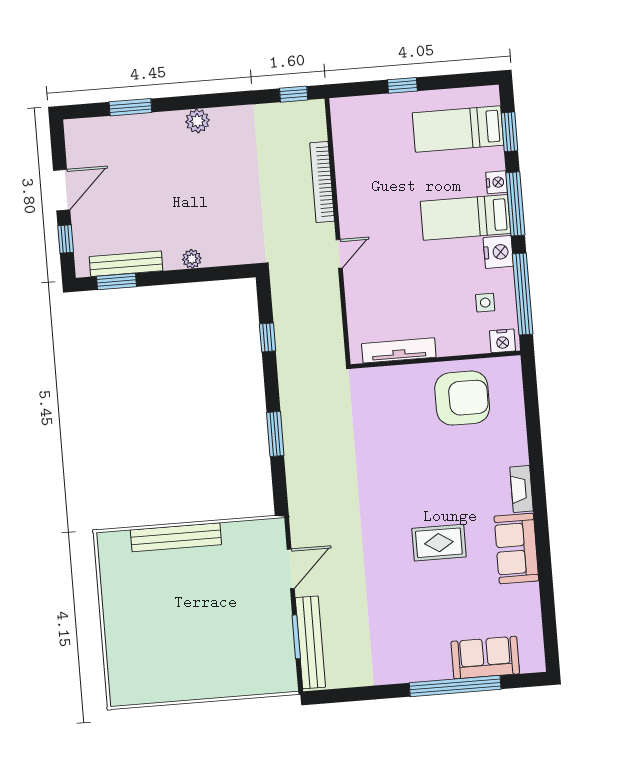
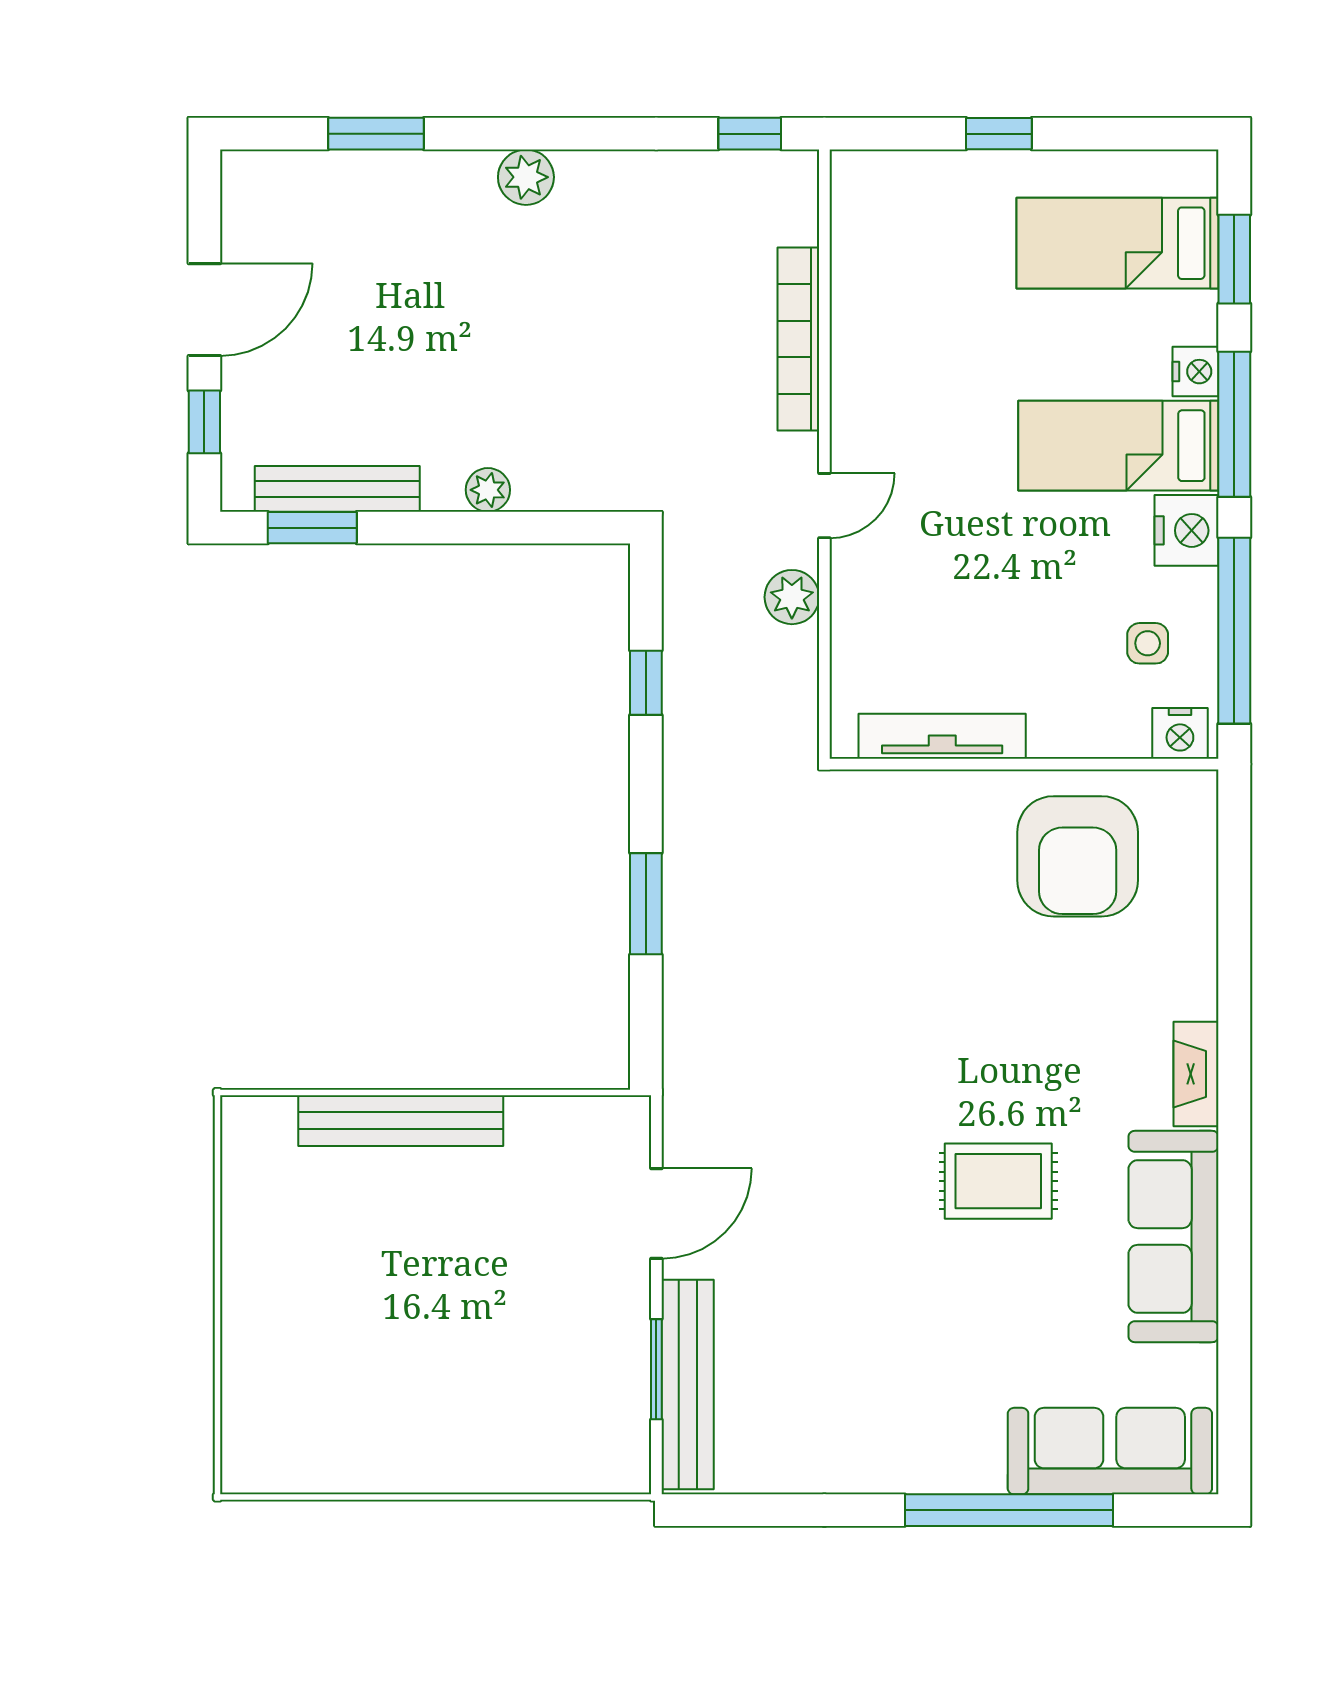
plant: (328, 295) -> (792, 597), added
armchair: (462, 398) -> (1078, 856), turned 90
sofa: (516, 548) -> (1174, 1236), width x1.36
sofa: (485, 658) -> (1110, 1451), width x1.36

